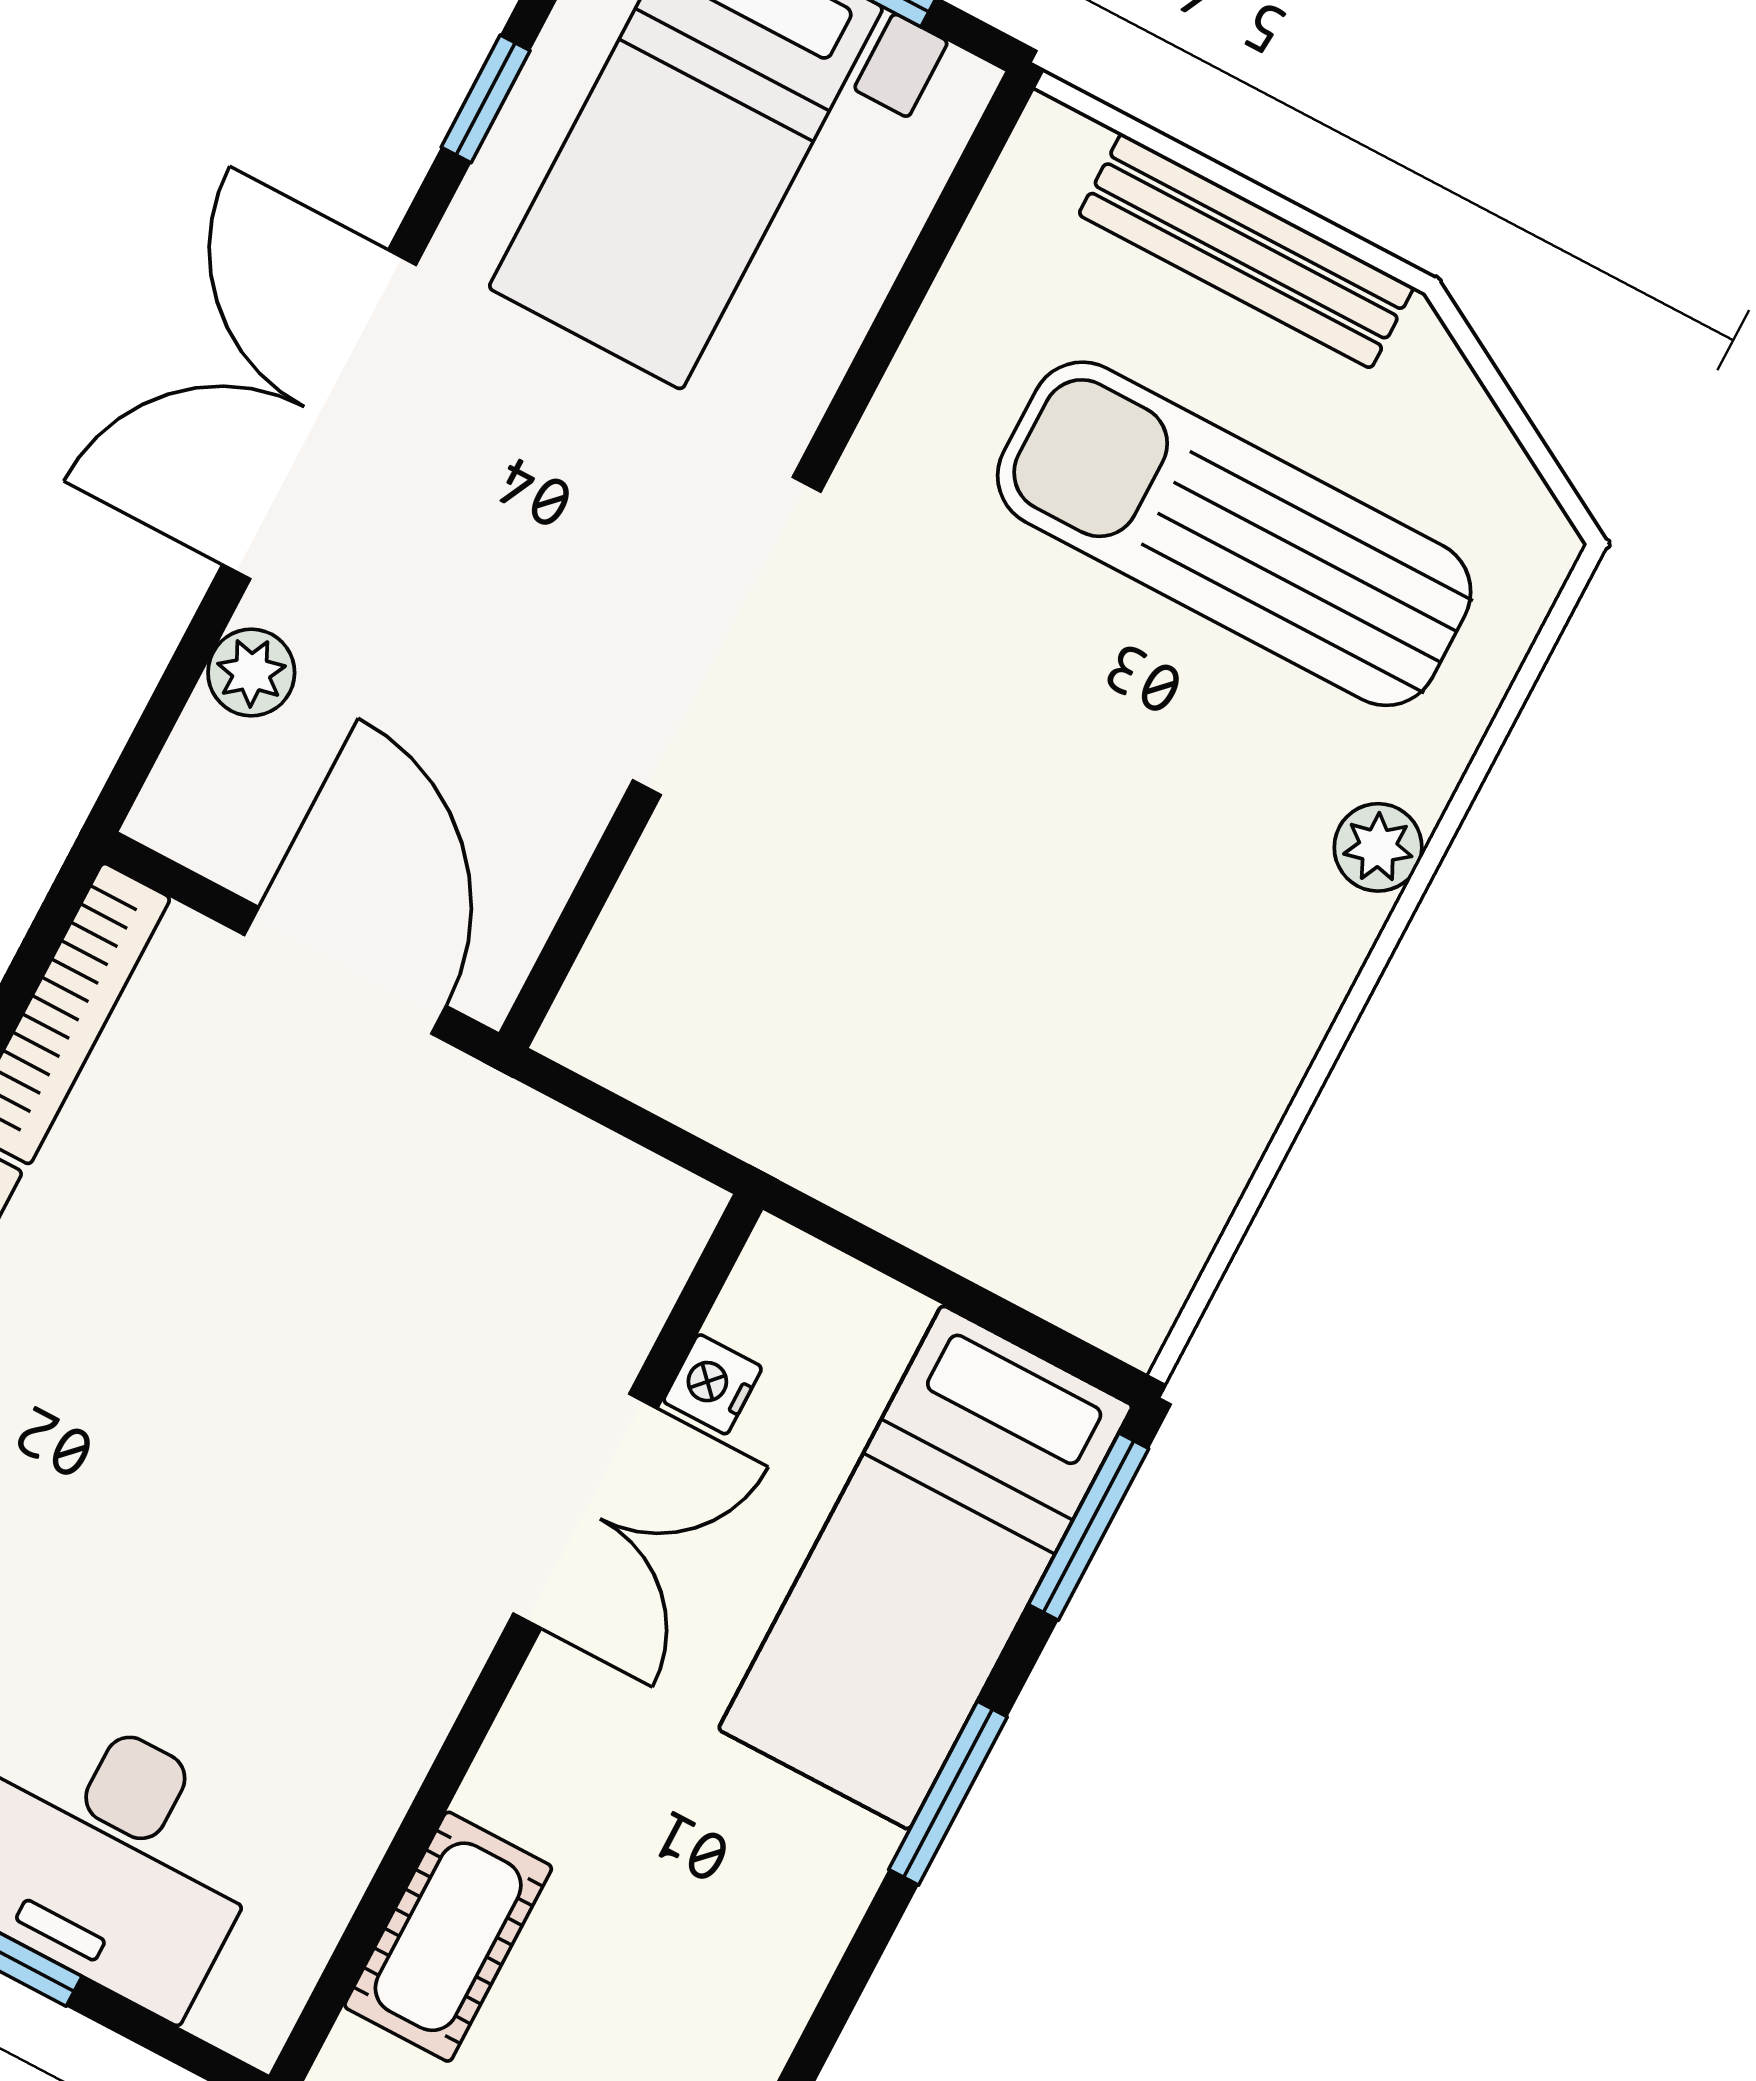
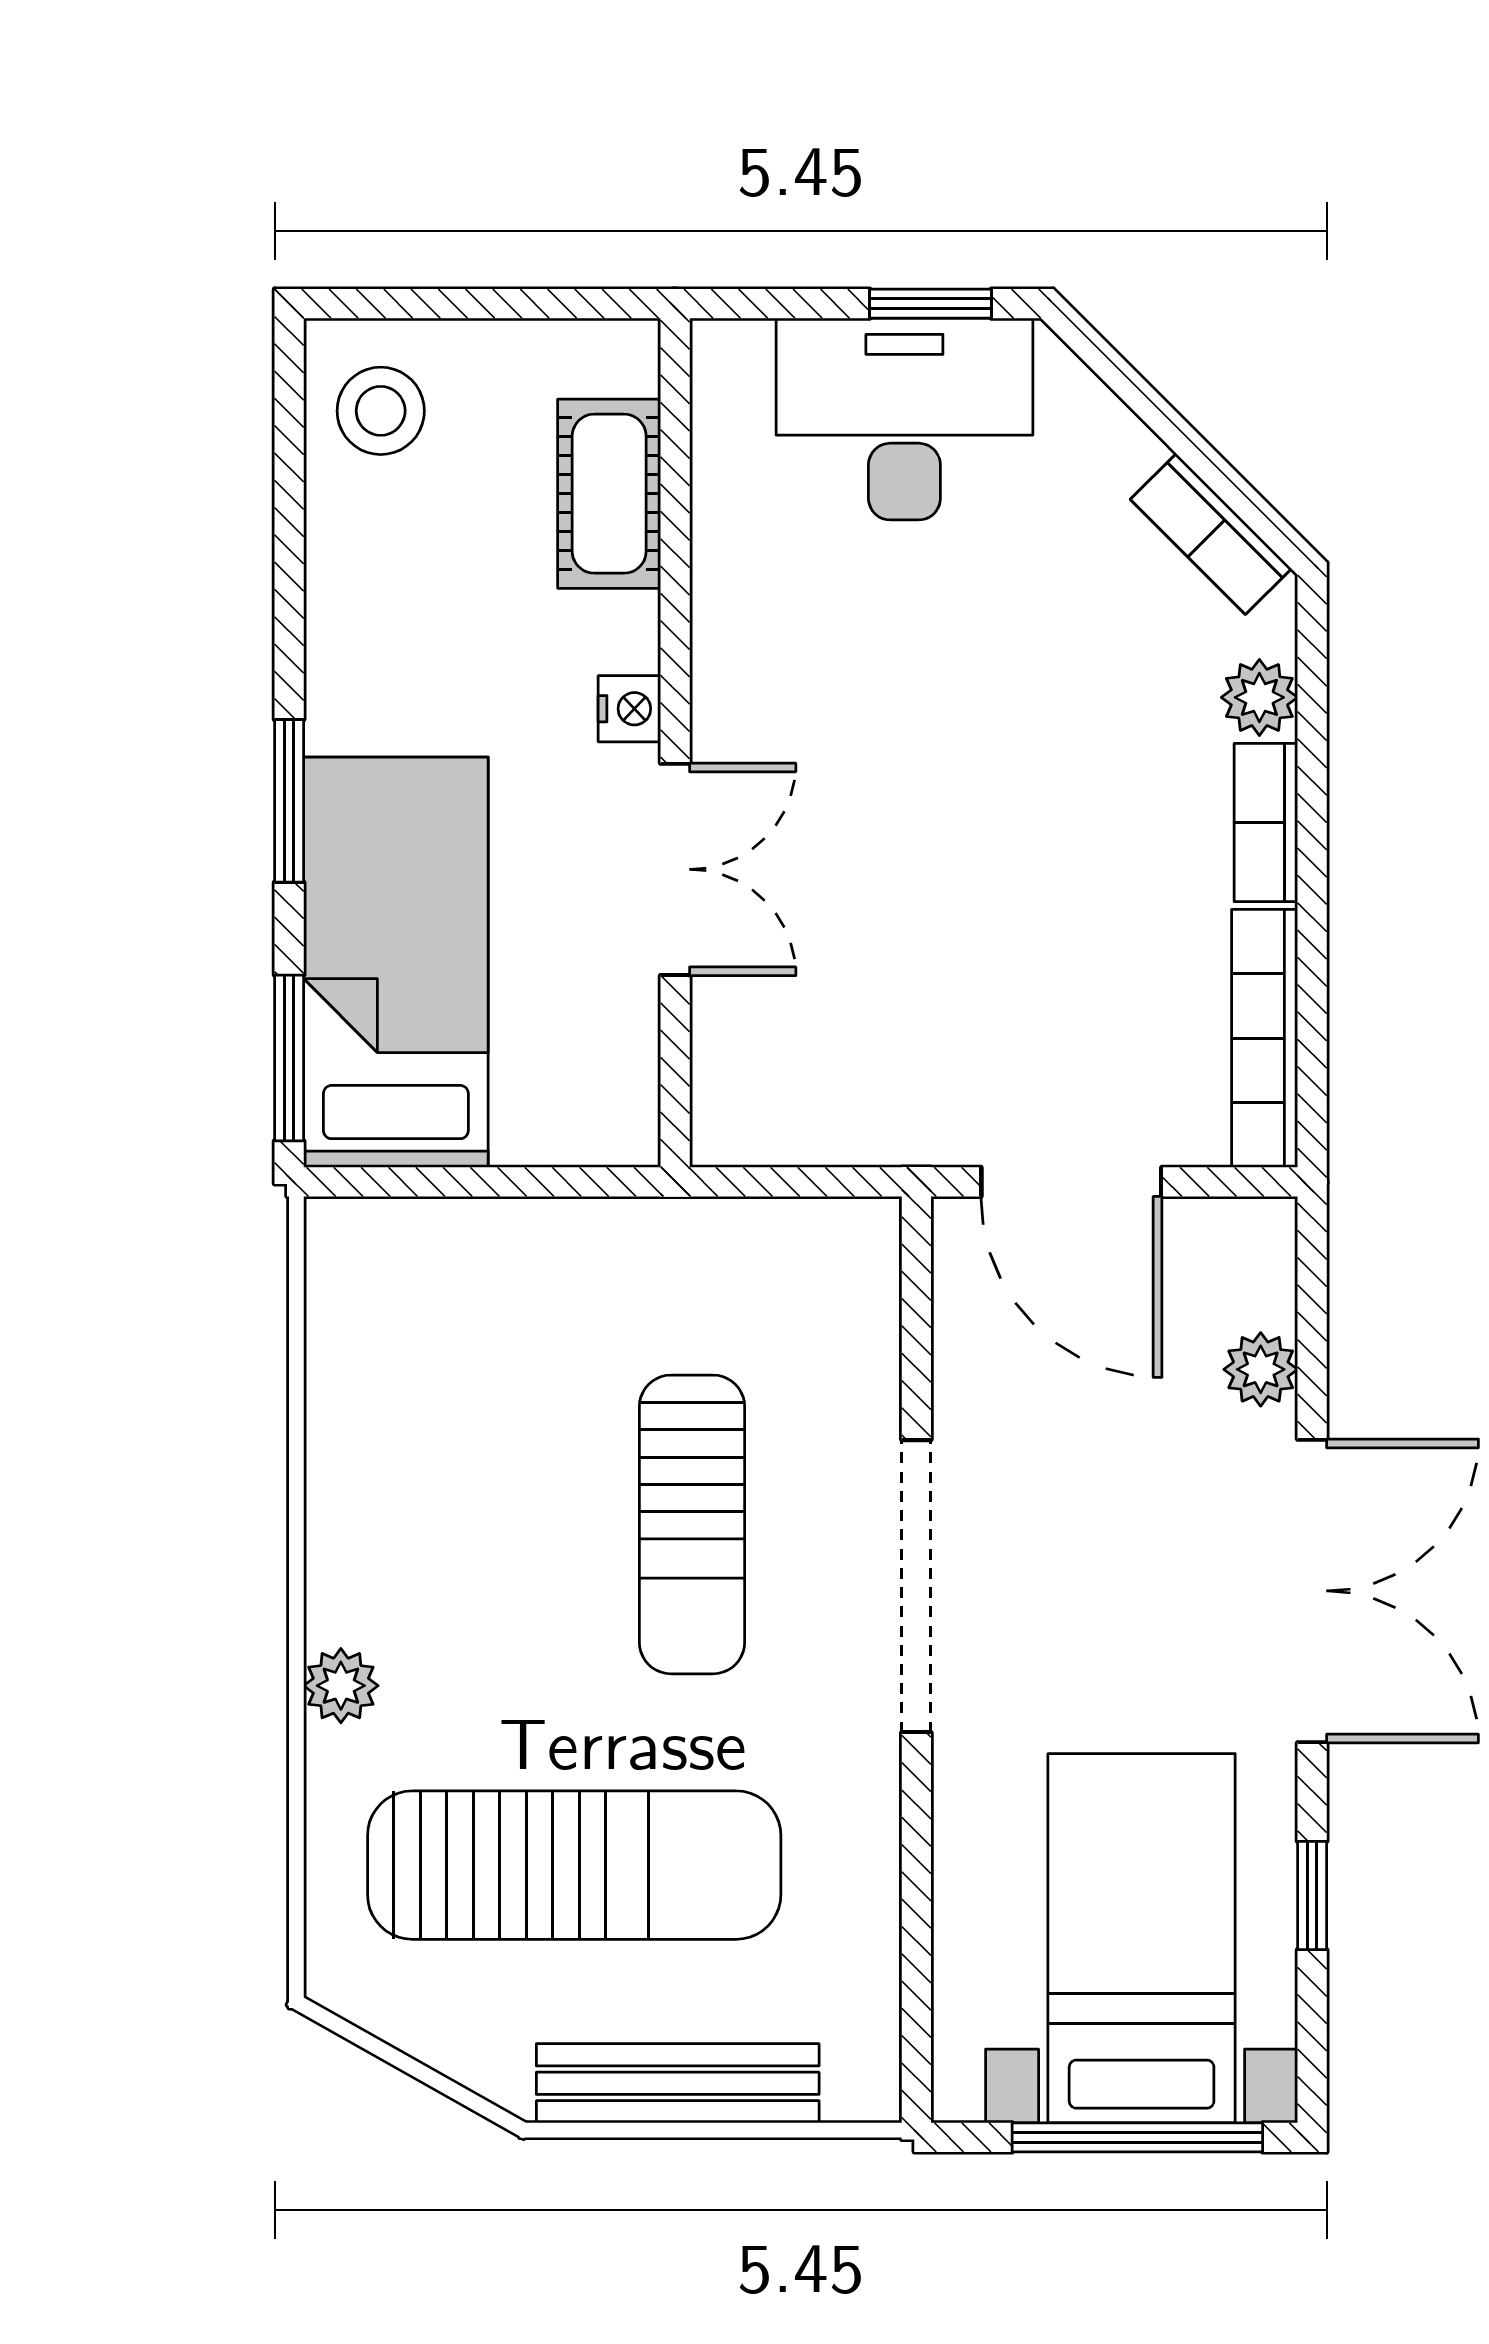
sun lounger: (926, 823) -> (692, 1524), added
nightstand: (713, 1384) -> (629, 709), moved
double door: (585, 1511) -> (675, 869), swing flipped

